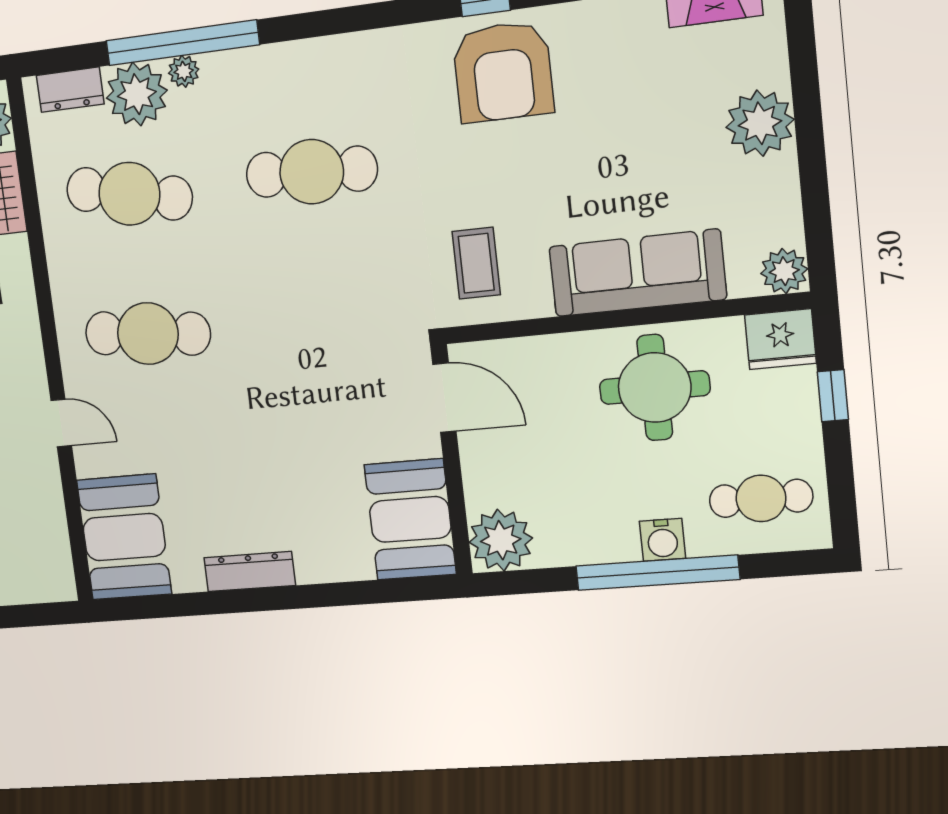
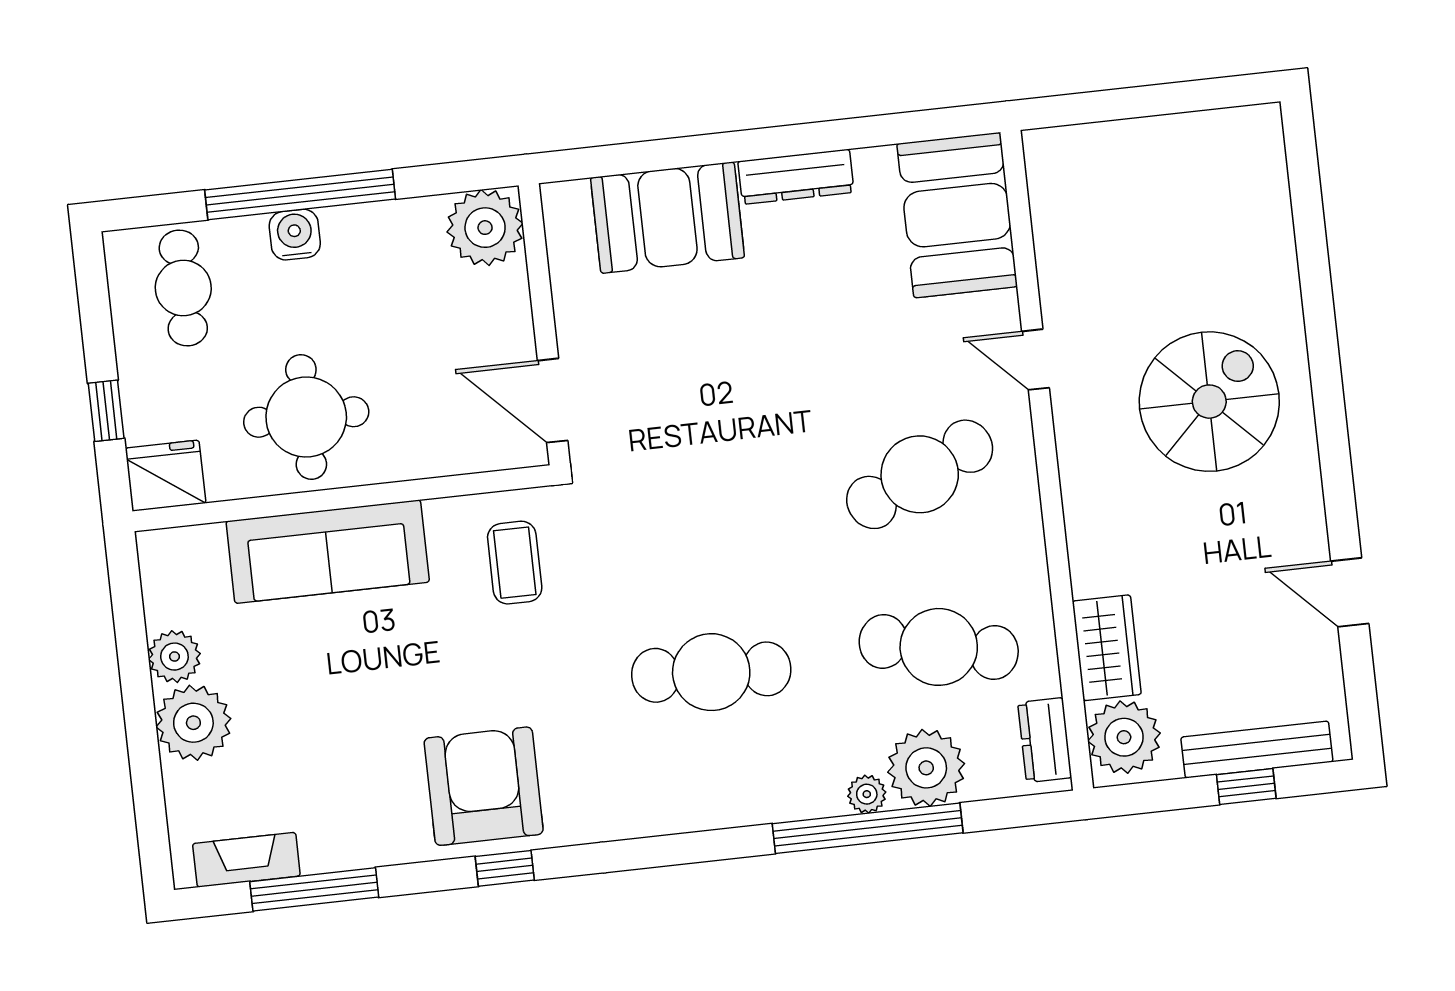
dresser: (70, 90) -> (1045, 740), moved, turned -90
plant: (784, 271) -> (174, 657), moved
cafe table: (148, 334) -> (920, 474), turned -30
cafe table: (761, 498) -> (183, 288), turned 90
booth: (410, 519) -> (667, 218), moved, turned 90

